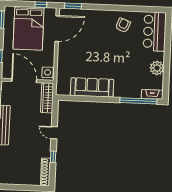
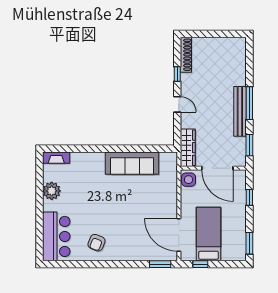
bed: (29, 28) -> (209, 234), width x0.67
door: (57, 29) -> (179, 235), hinge flipped
window: (138, 101) -> (73, 149), removed

